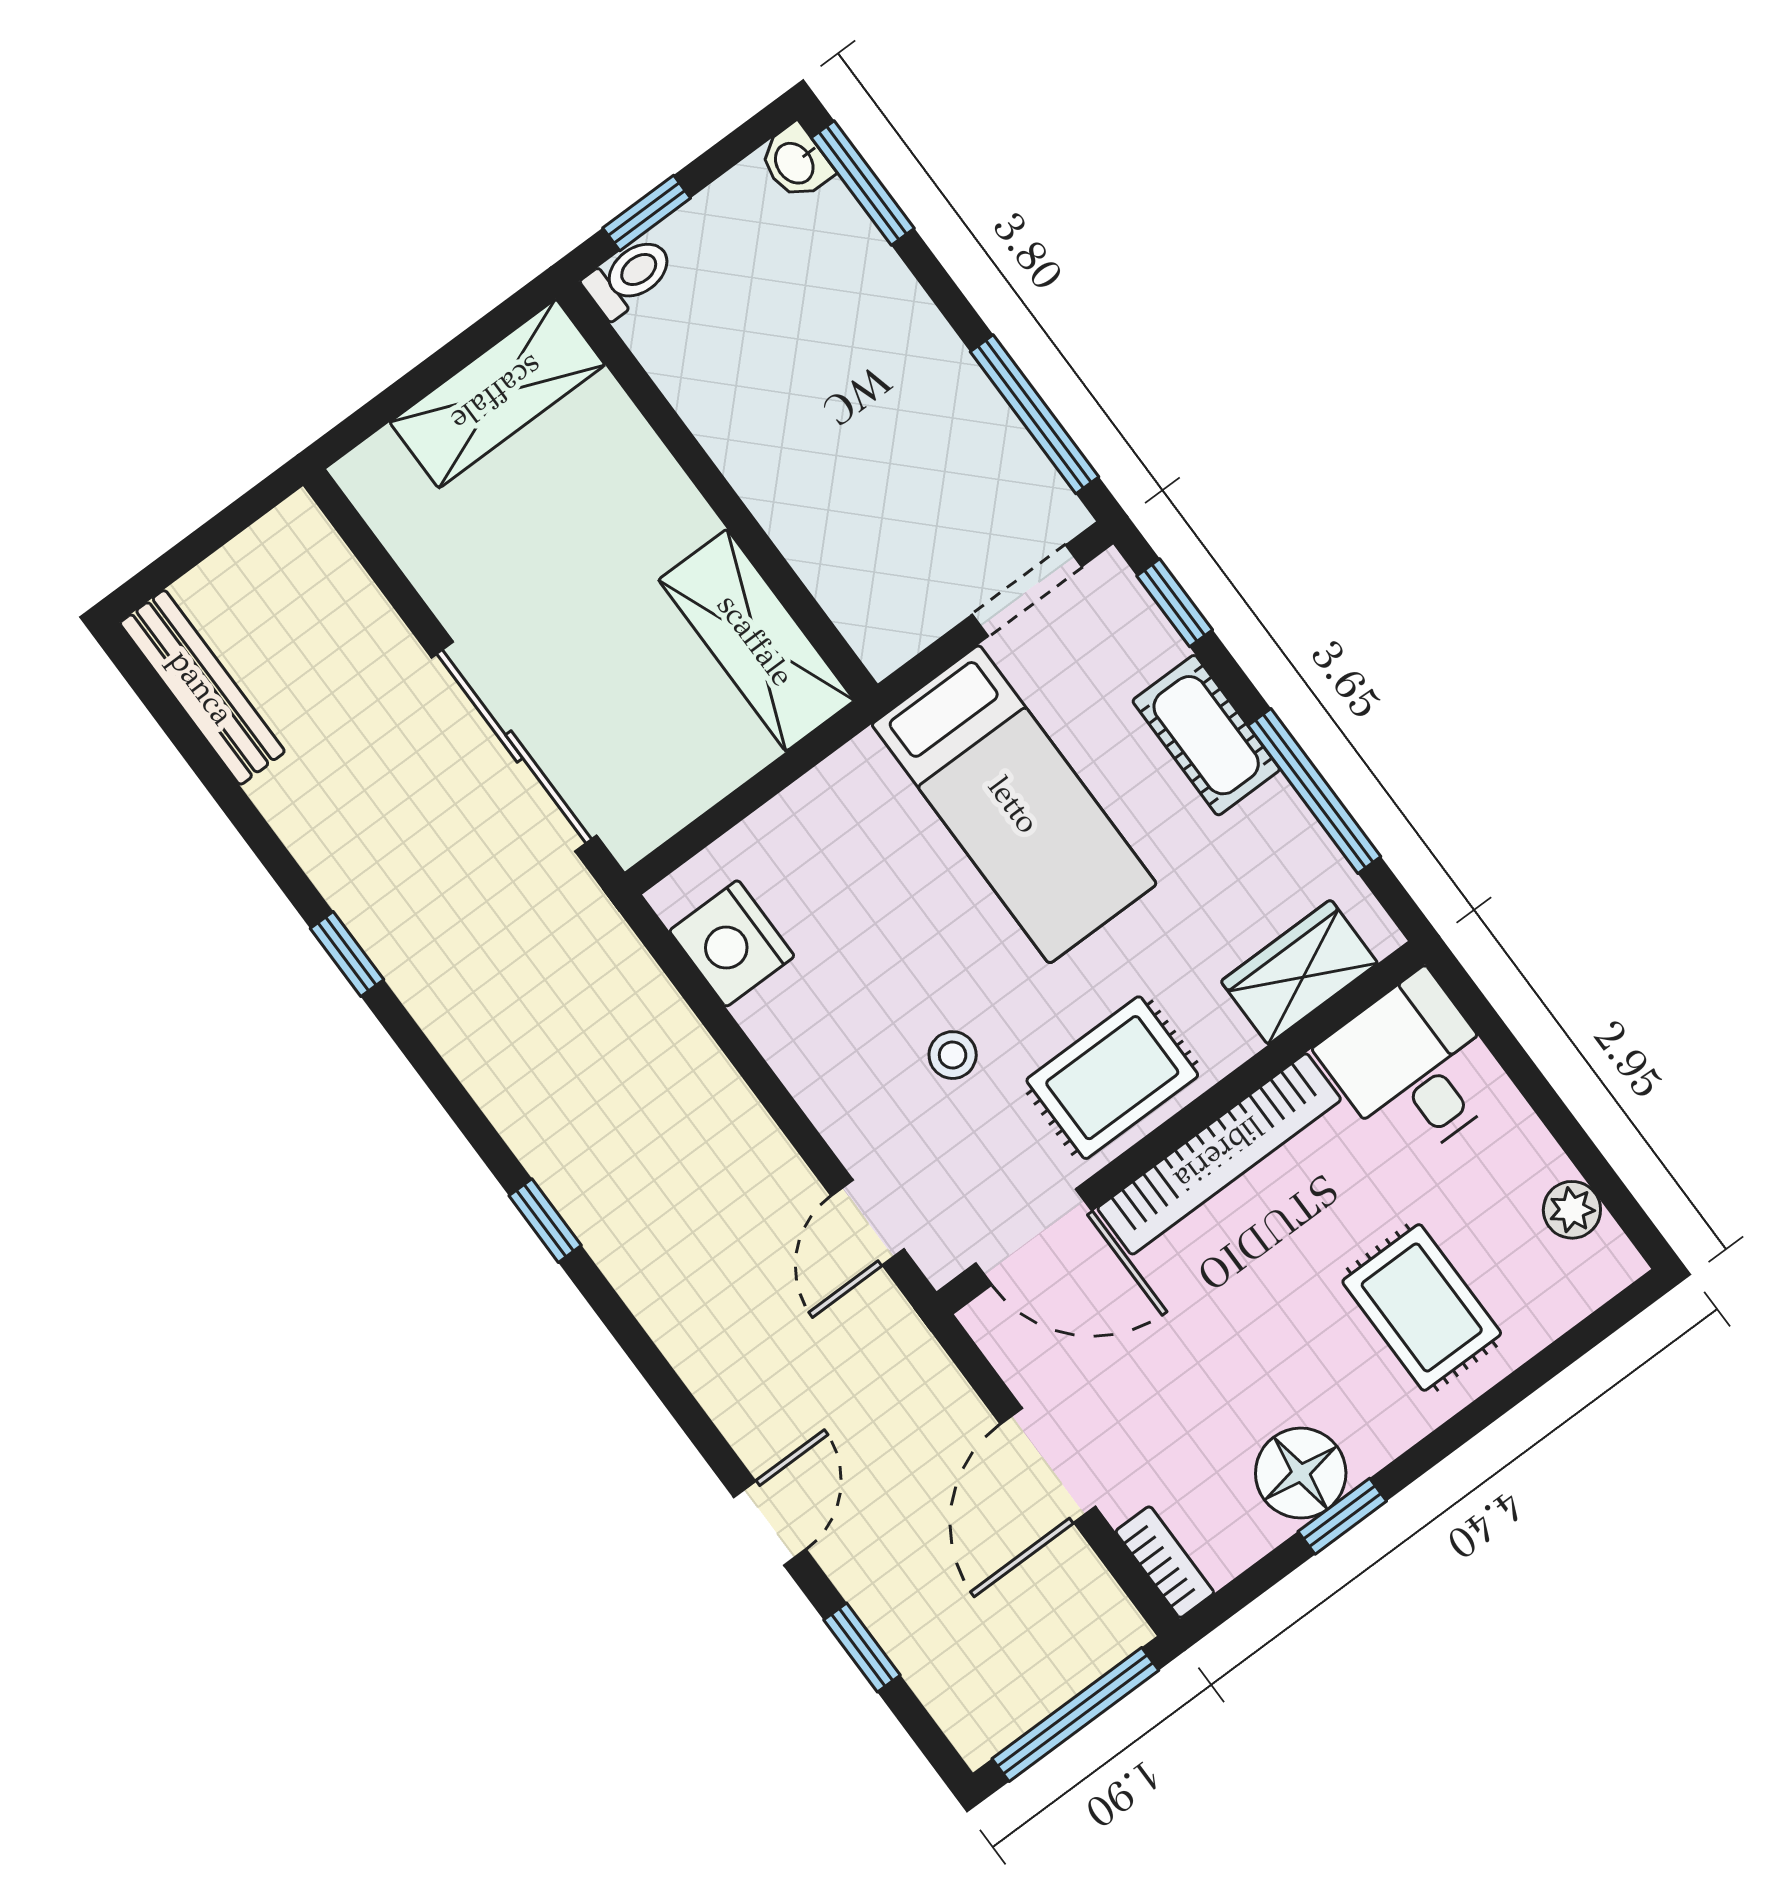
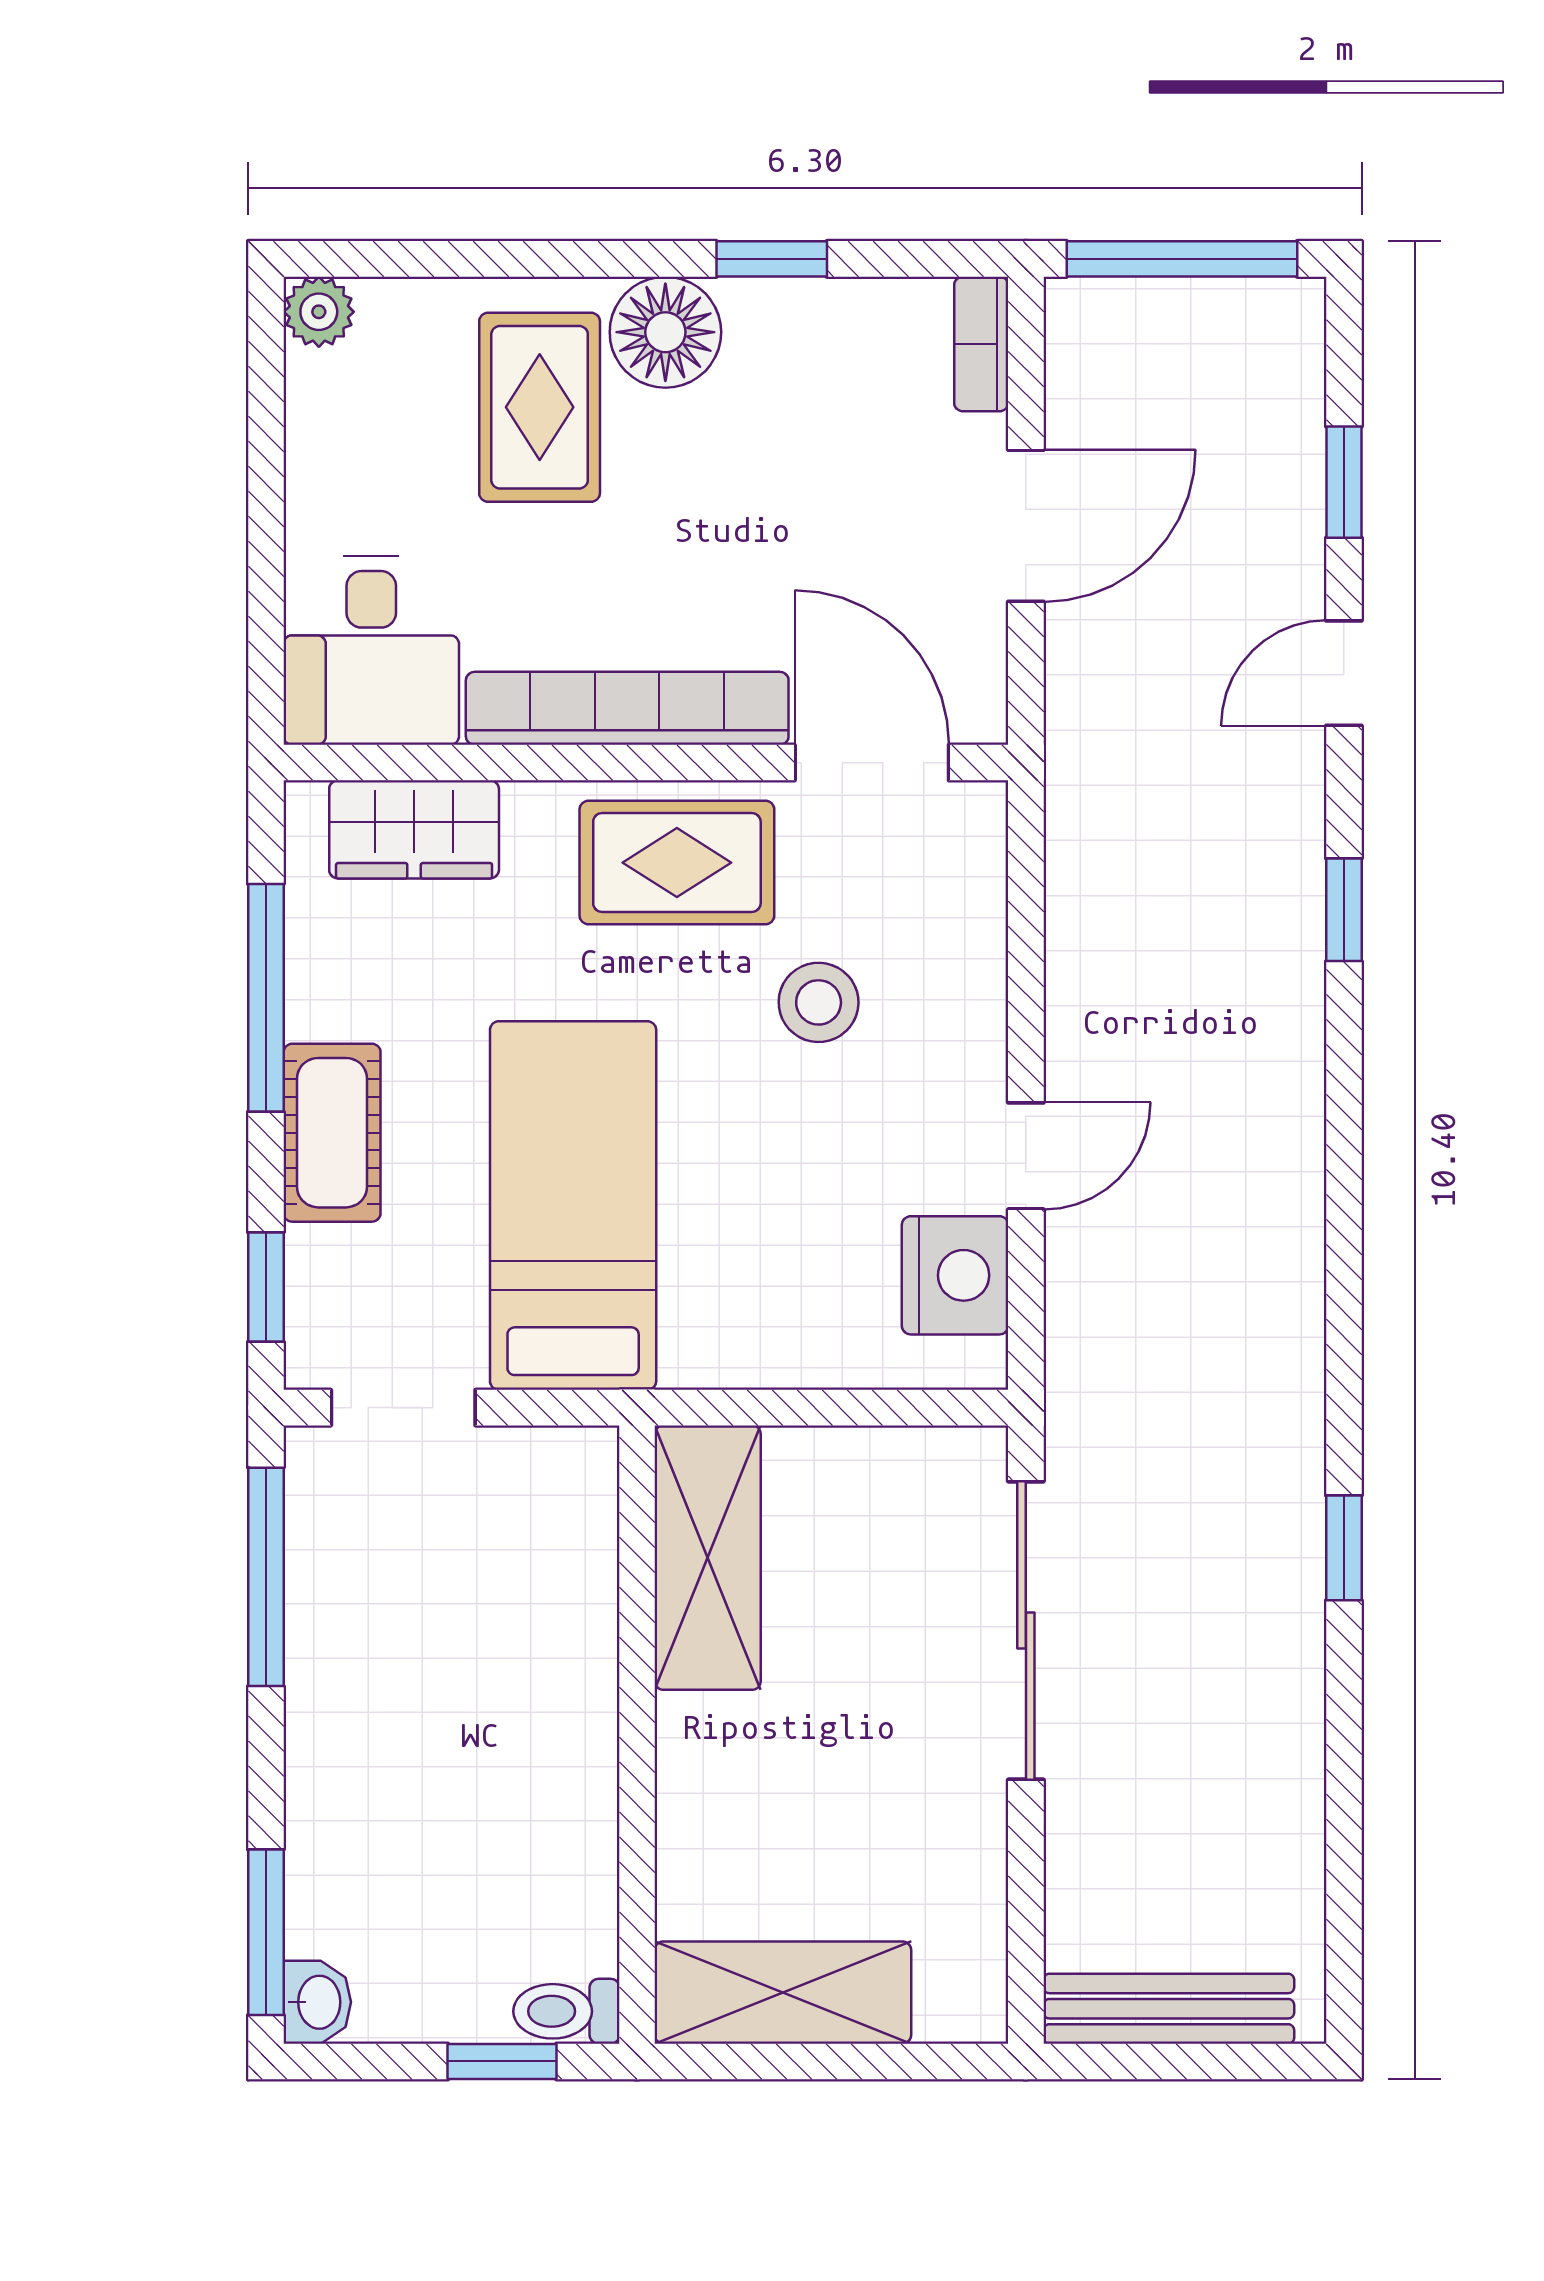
bench: (202, 687) -> (1169, 2009), moved, turned 90
stool: (953, 1055) -> (819, 1002), width x1.37, depth x1.37
plant: (1572, 1210) -> (319, 312), moved
window: (545, 1221) -> (1344, 910), moved
door: (868, 1222) -> (1026, 1156), moved
floor lamp: (1301, 1473) -> (665, 332), moved

